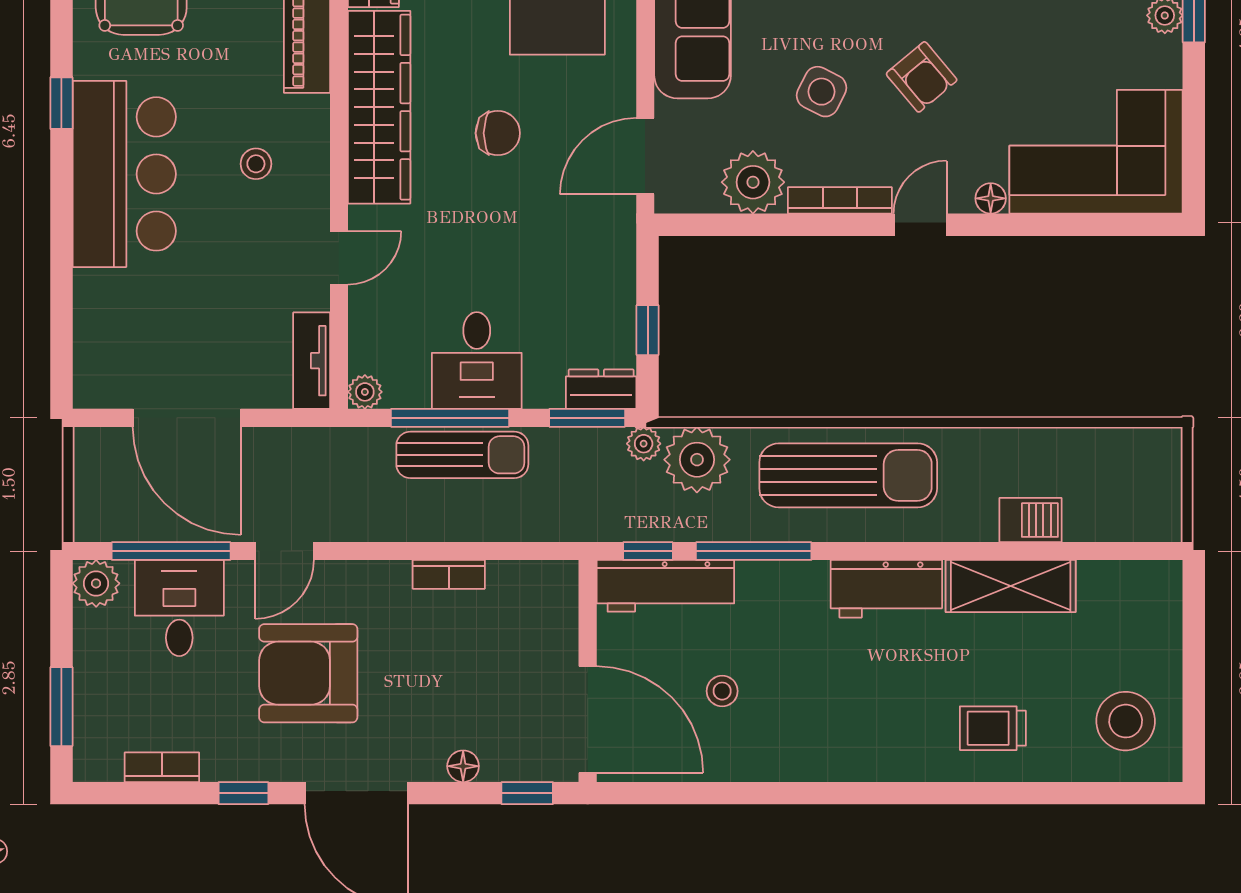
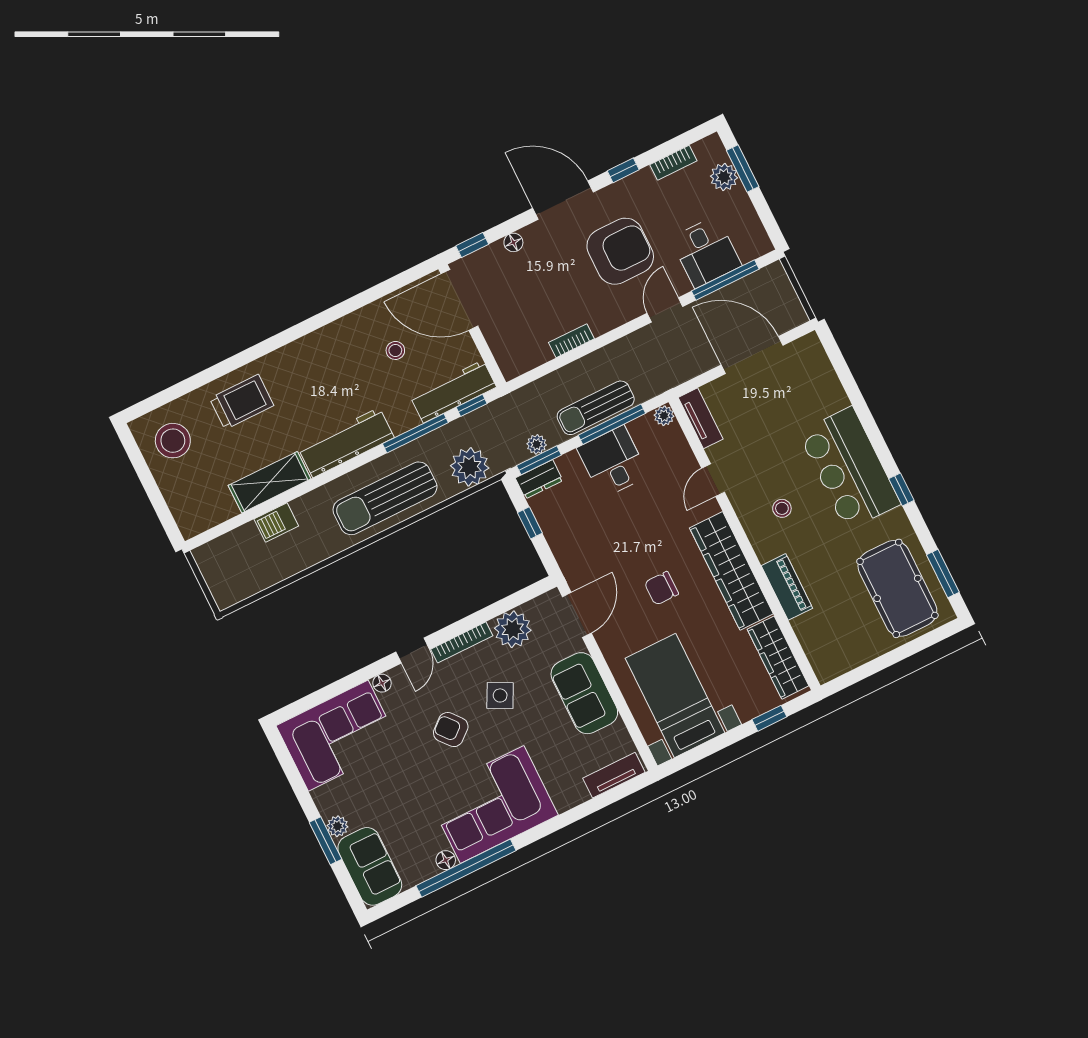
plant: (644, 444) -> (537, 444), moved
plant: (96, 583) -> (724, 177), moved
workbench: (886, 589) -> (346, 443), width x1.38
trolley: (993, 728) -> (242, 402), width x1.36, depth x1.39

